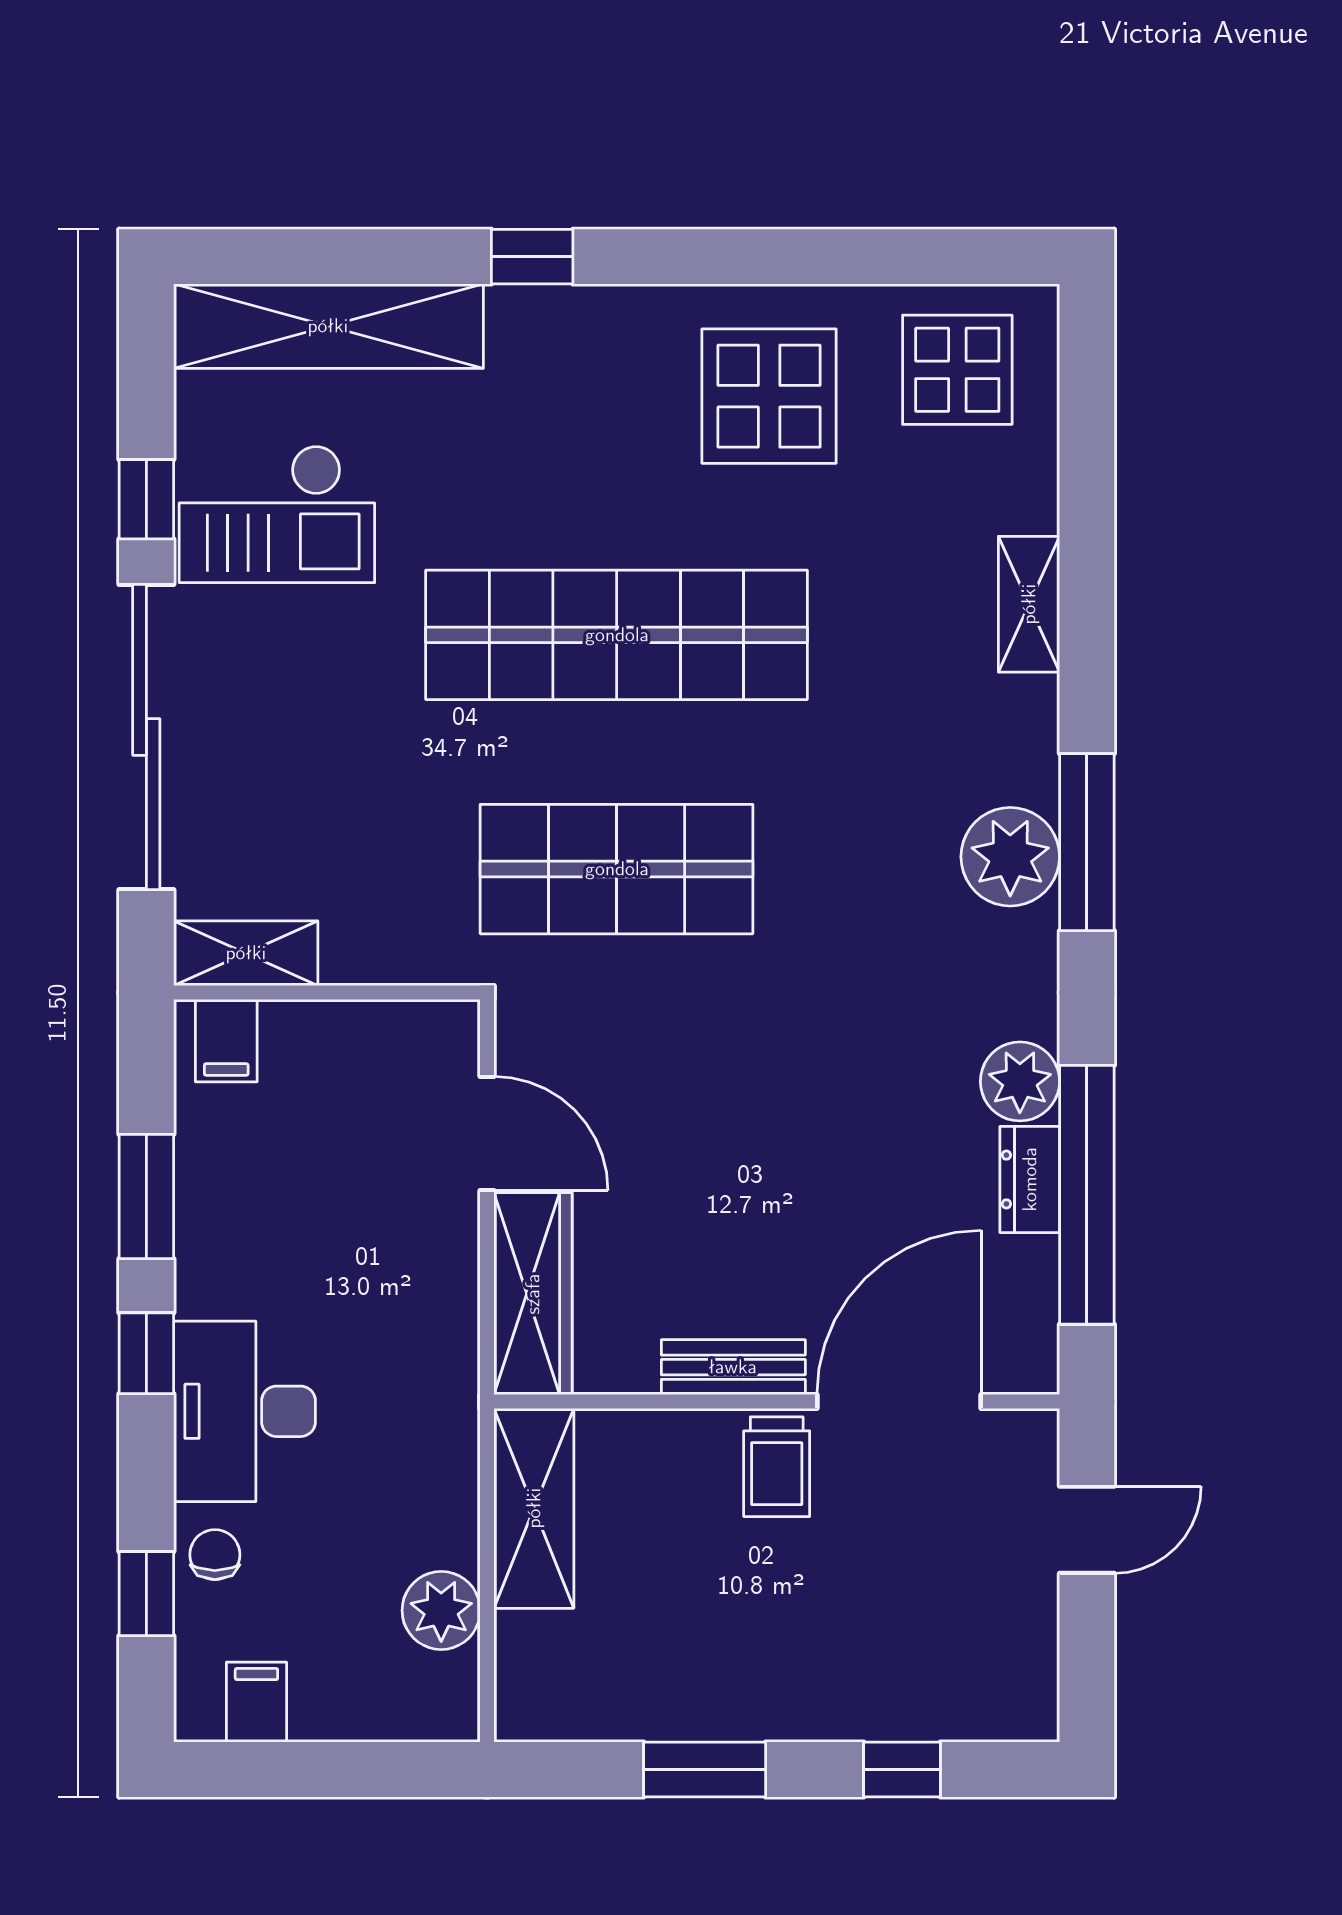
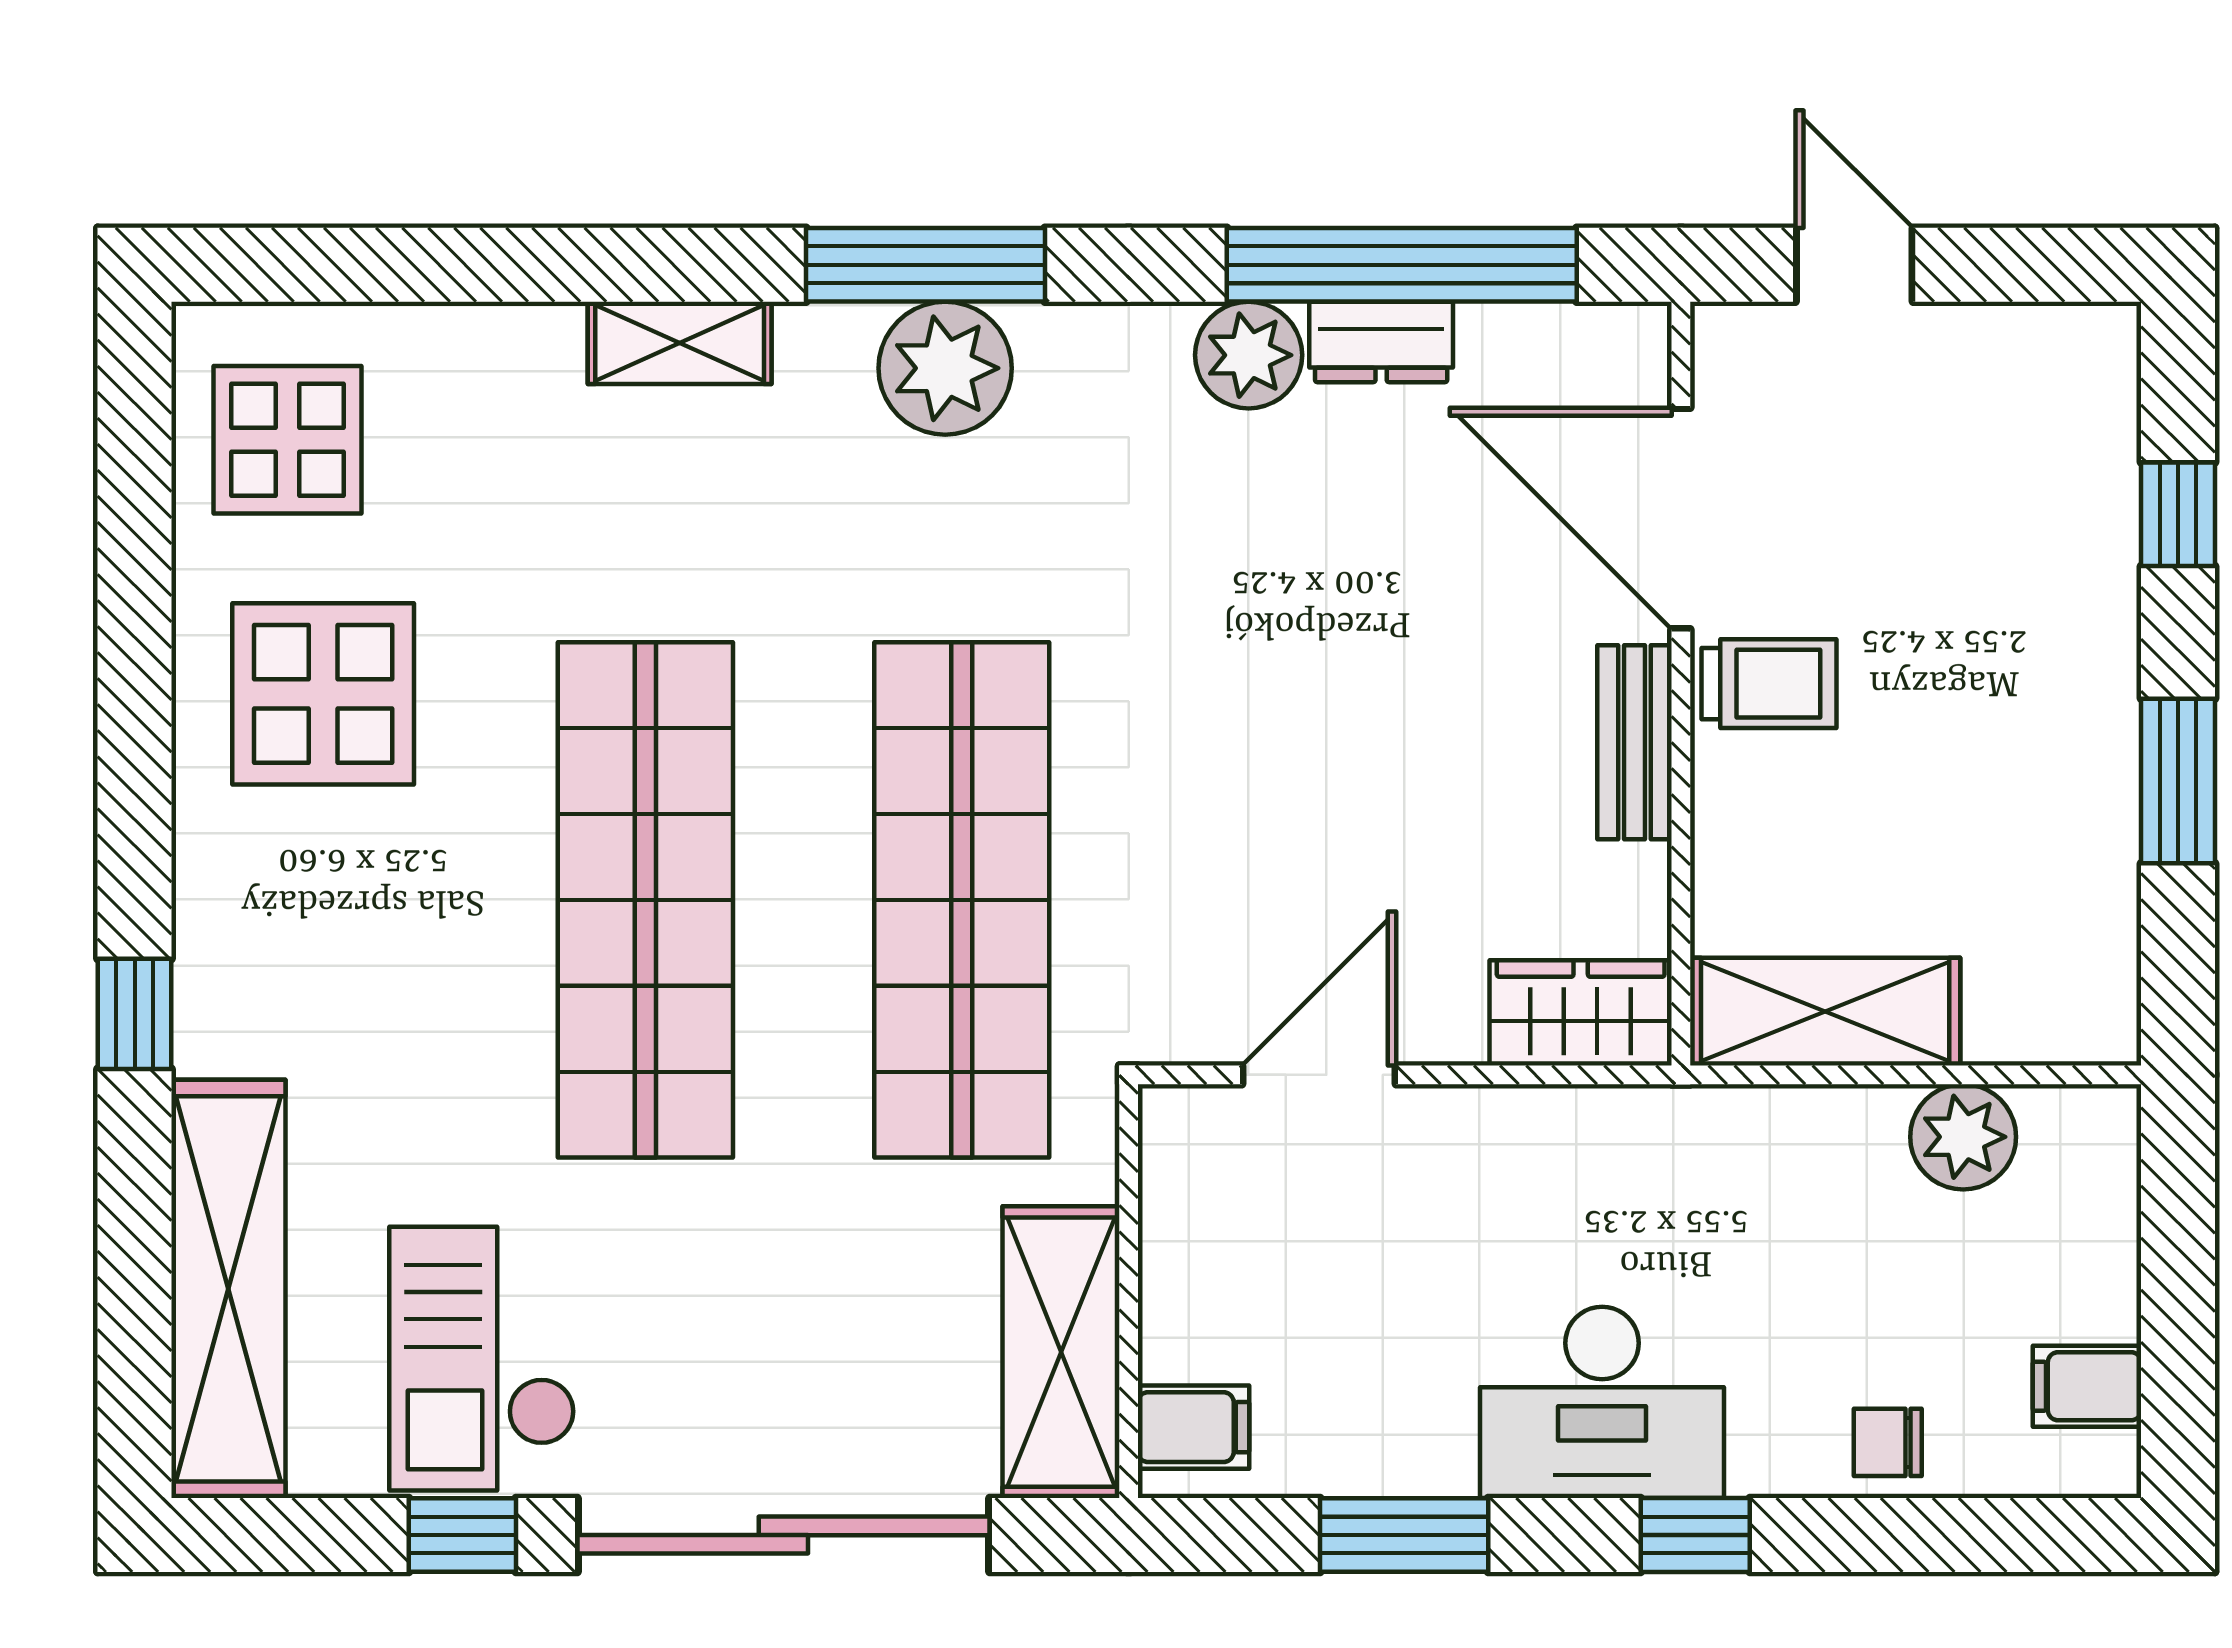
checkout: (277, 514) -> (482, 1359), turned 180
shelving: (1029, 604) -> (680, 343), moved
shop shelf: (617, 869) -> (962, 900), width x1.40
shelving: (246, 953) -> (1061, 1352), width x1.50, depth x1.33
wardrobe: (533, 1294) -> (1581, 1013), width x0.67
window: (146, 1353) -> (1695, 1535), moved
desk: (245, 1411) -> (1602, 1402), moved
window: (146, 1594) -> (1941, 1535), removed

